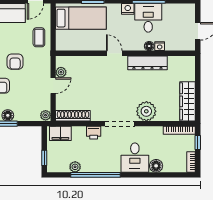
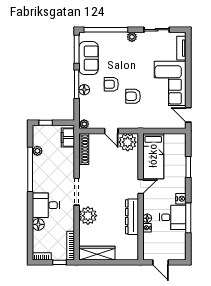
bed: (81, 18) -> (153, 156), moved
coffee table: (39, 37) -> (155, 118), removed
plant: (61, 72) -> (128, 142), width x1.88, depth x1.88
printer: (94, 133) -> (68, 168), removed

